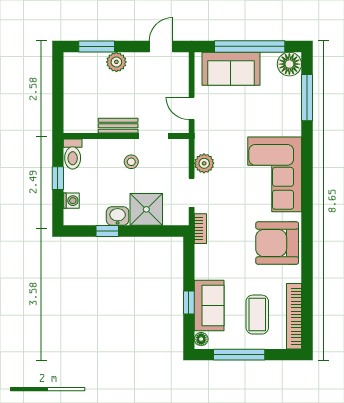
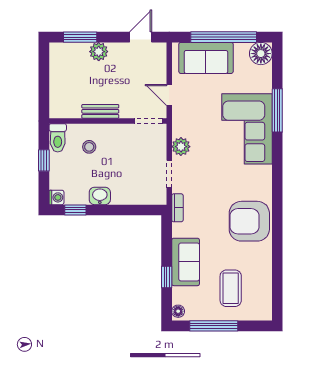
window: (307, 98) -> (277, 110), moved
doorway: (154, 136) -> (148, 121), moved
stool: (131, 162) -> (89, 147), moved
corner sofa: (275, 174) -> (247, 129), moved
washing machine: (71, 201) -> (56, 197), moved
shower: (146, 209) -> (127, 190), removed
window: (107, 231) -> (75, 210), moved
sofa: (209, 305) -> (186, 262), moved
bookcase: (294, 316) -> (265, 290), removed

